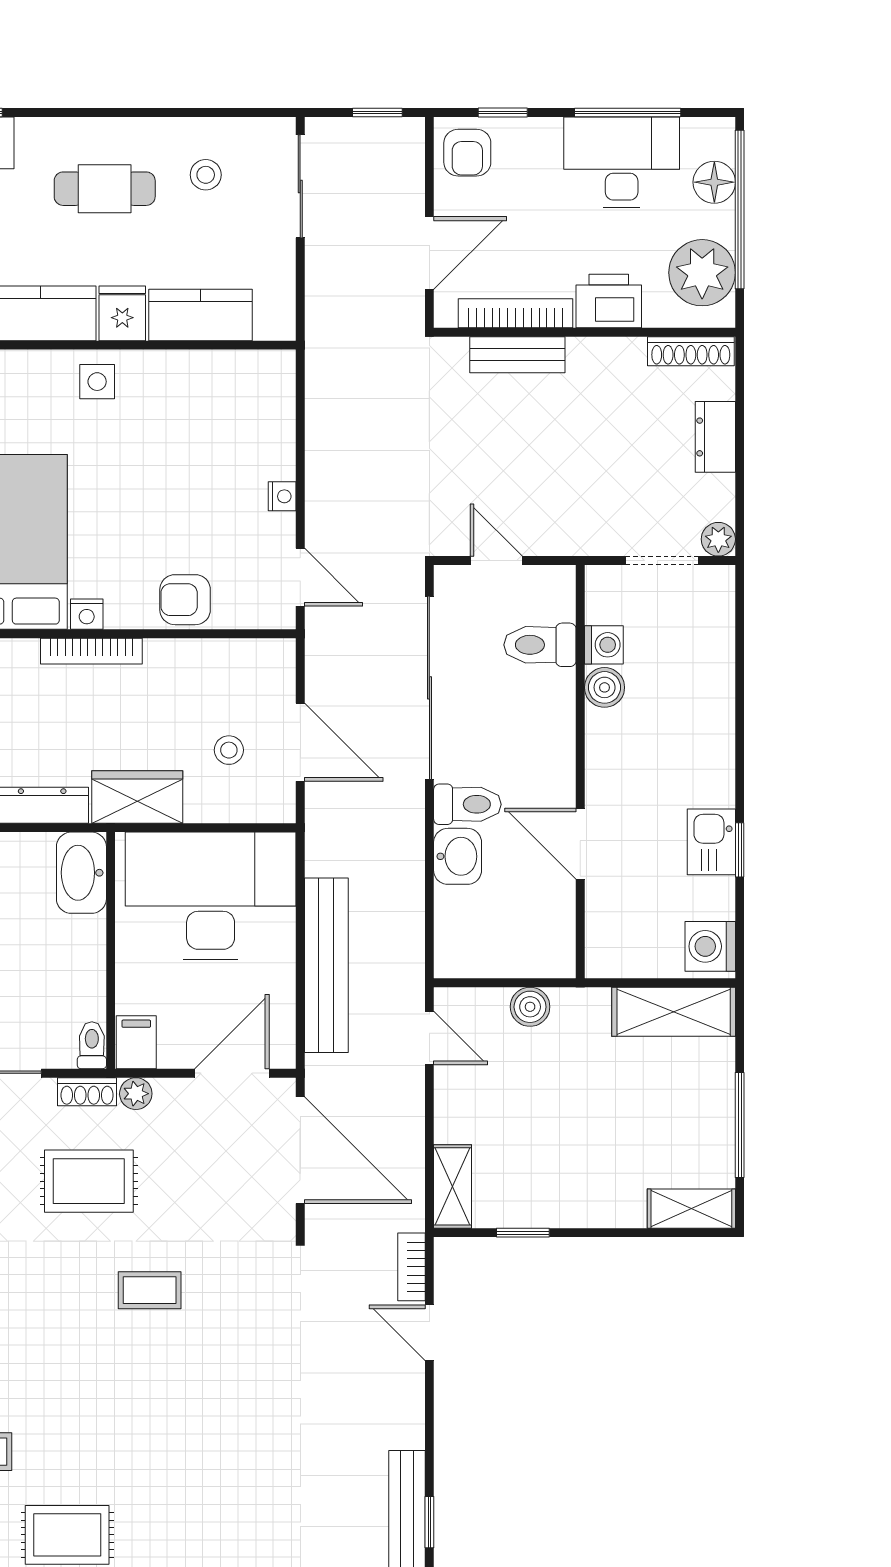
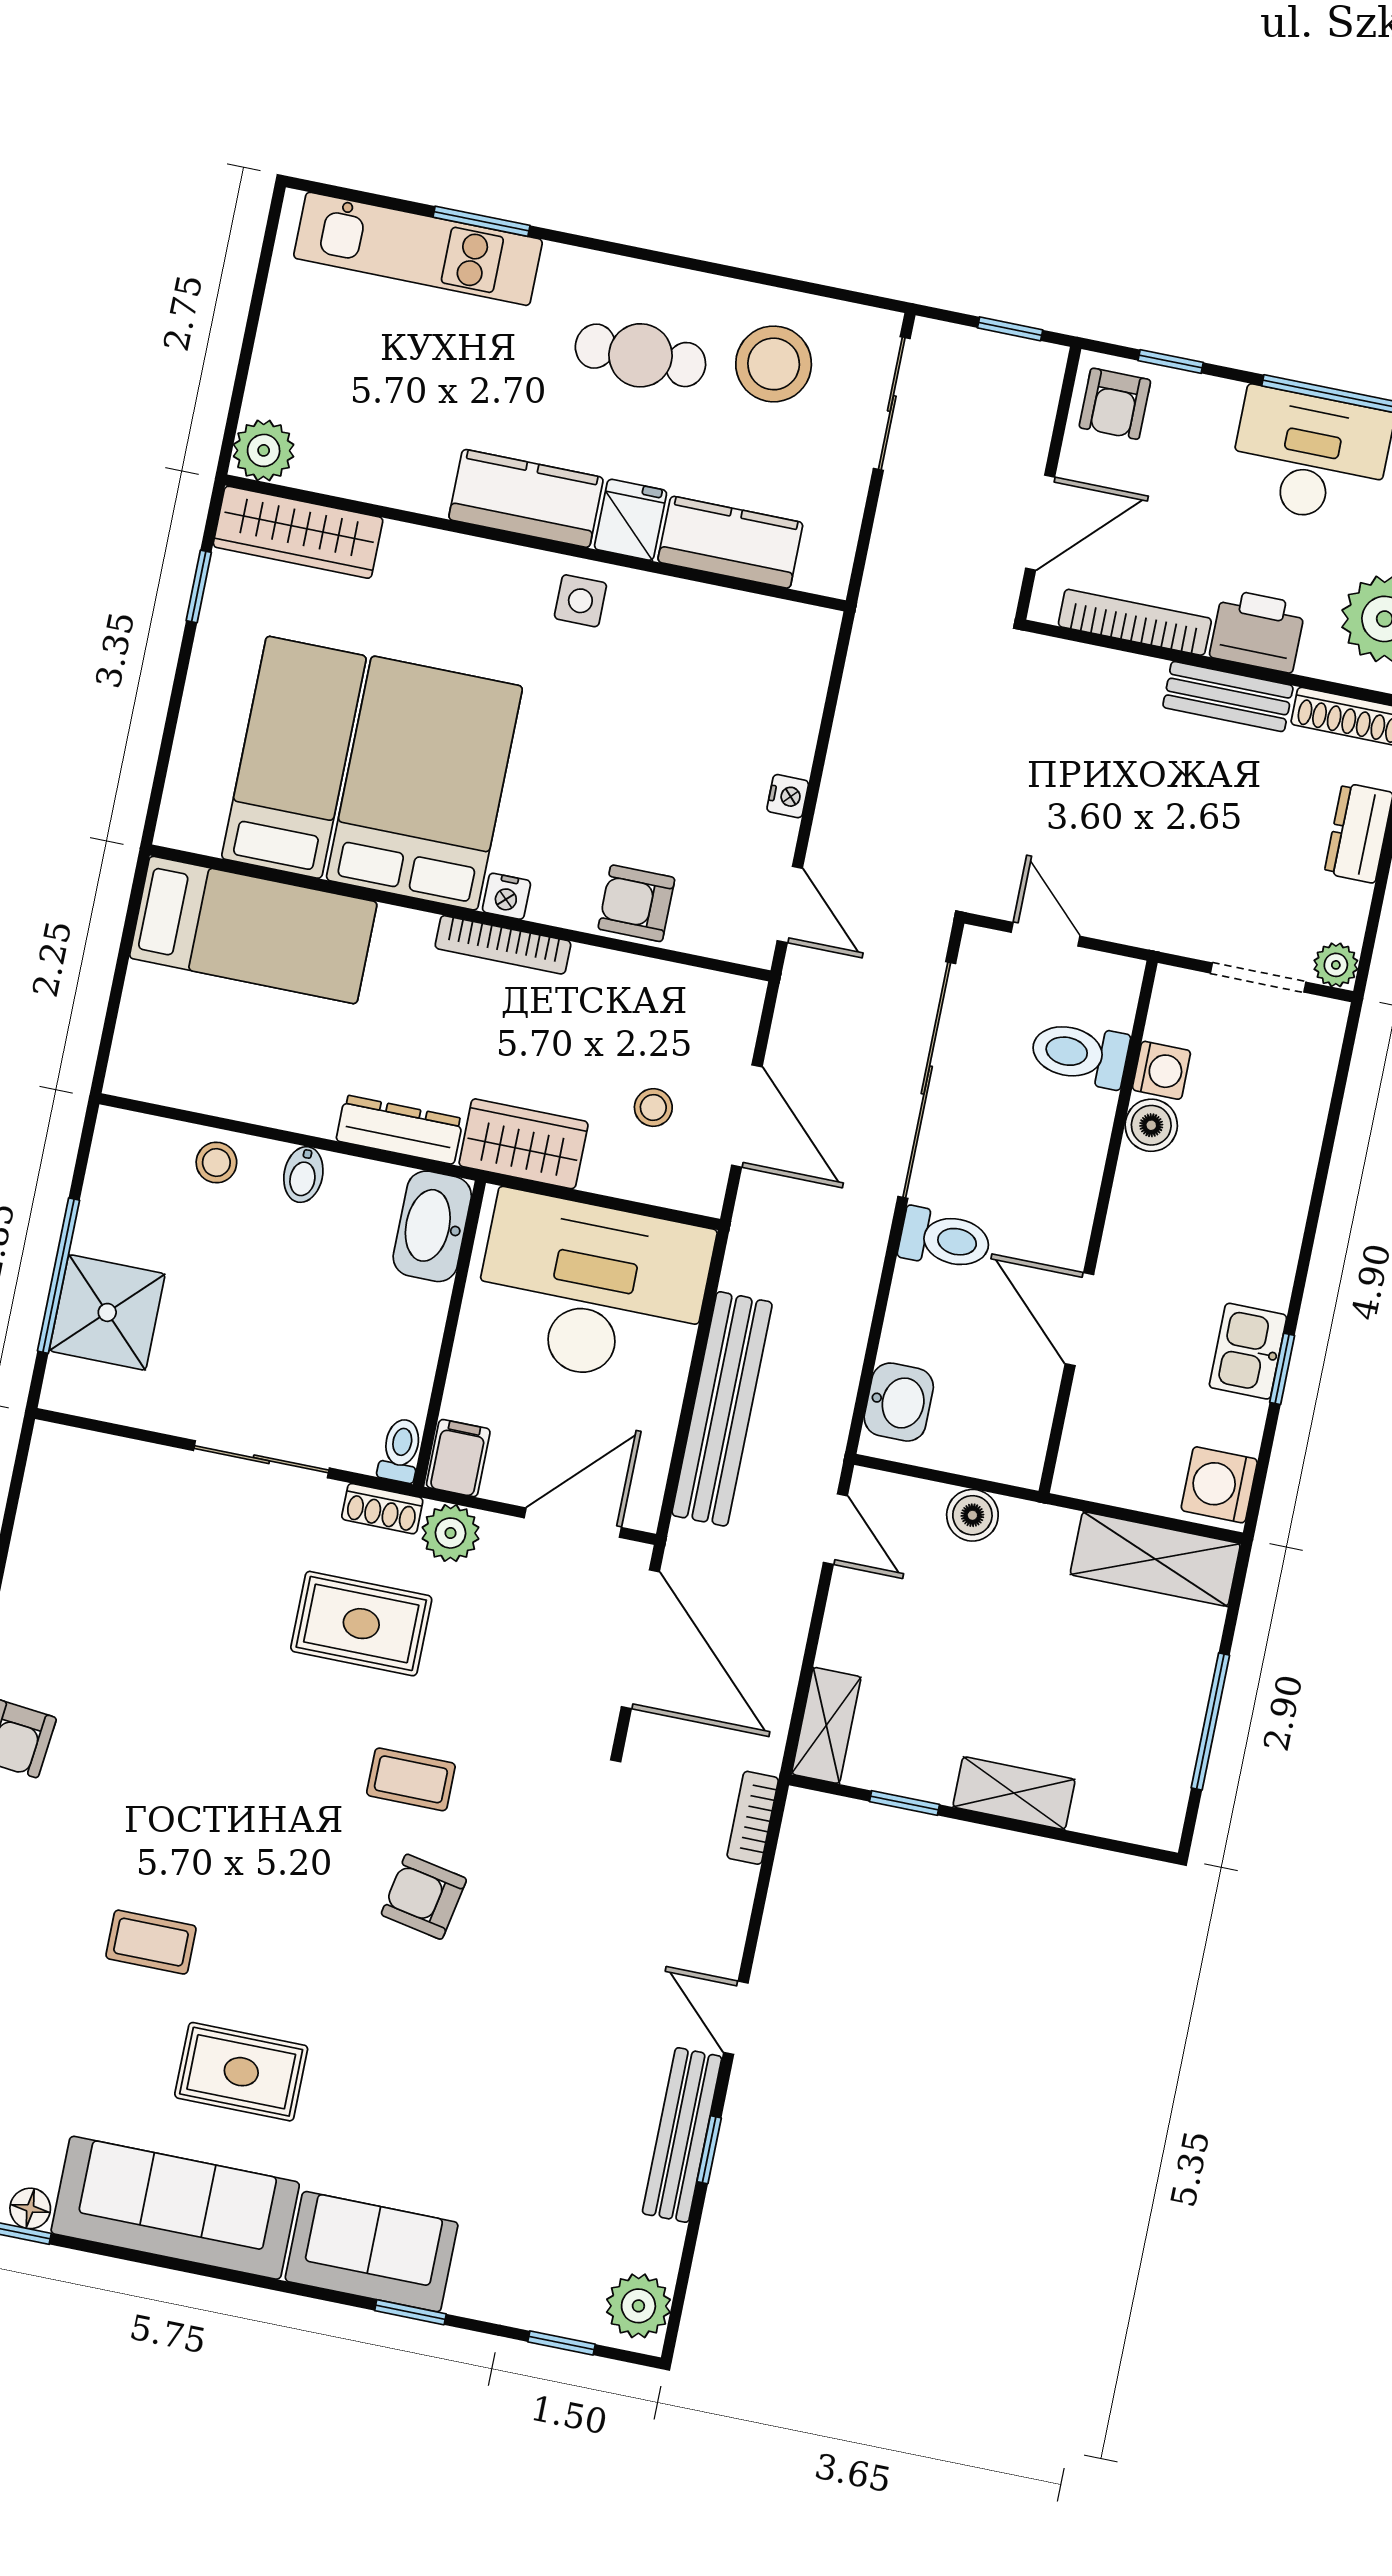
stool: (206, 175) -> (774, 364), width x1.89, depth x1.89
bench: (517, 355) -> (1228, 696), moved
washbasin: (458, 856) -> (899, 1402), moved
plant: (136, 1094) -> (450, 1533), width x1.38, depth x1.38
shelving: (691, 1209) -> (1014, 1793), moved
door: (429, 1333) -> (736, 2018), moved
armchair: (177, 1376) -> (424, 1897), added

